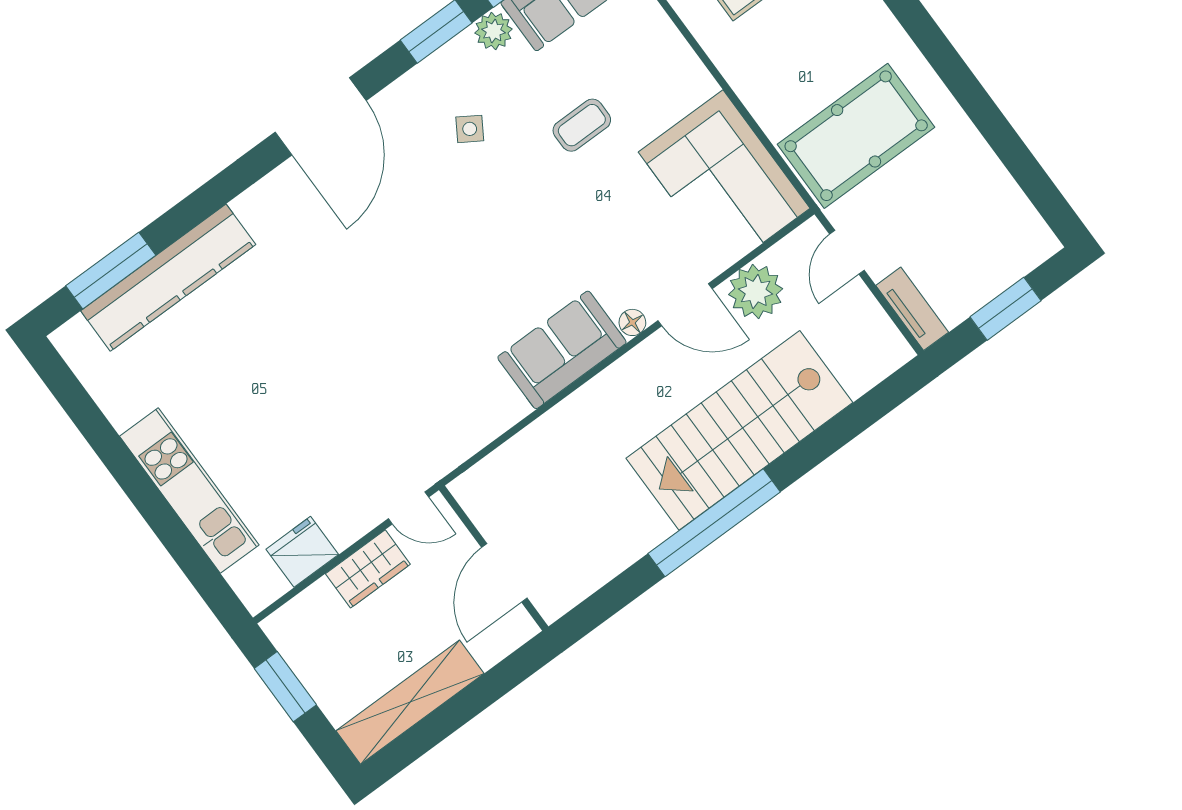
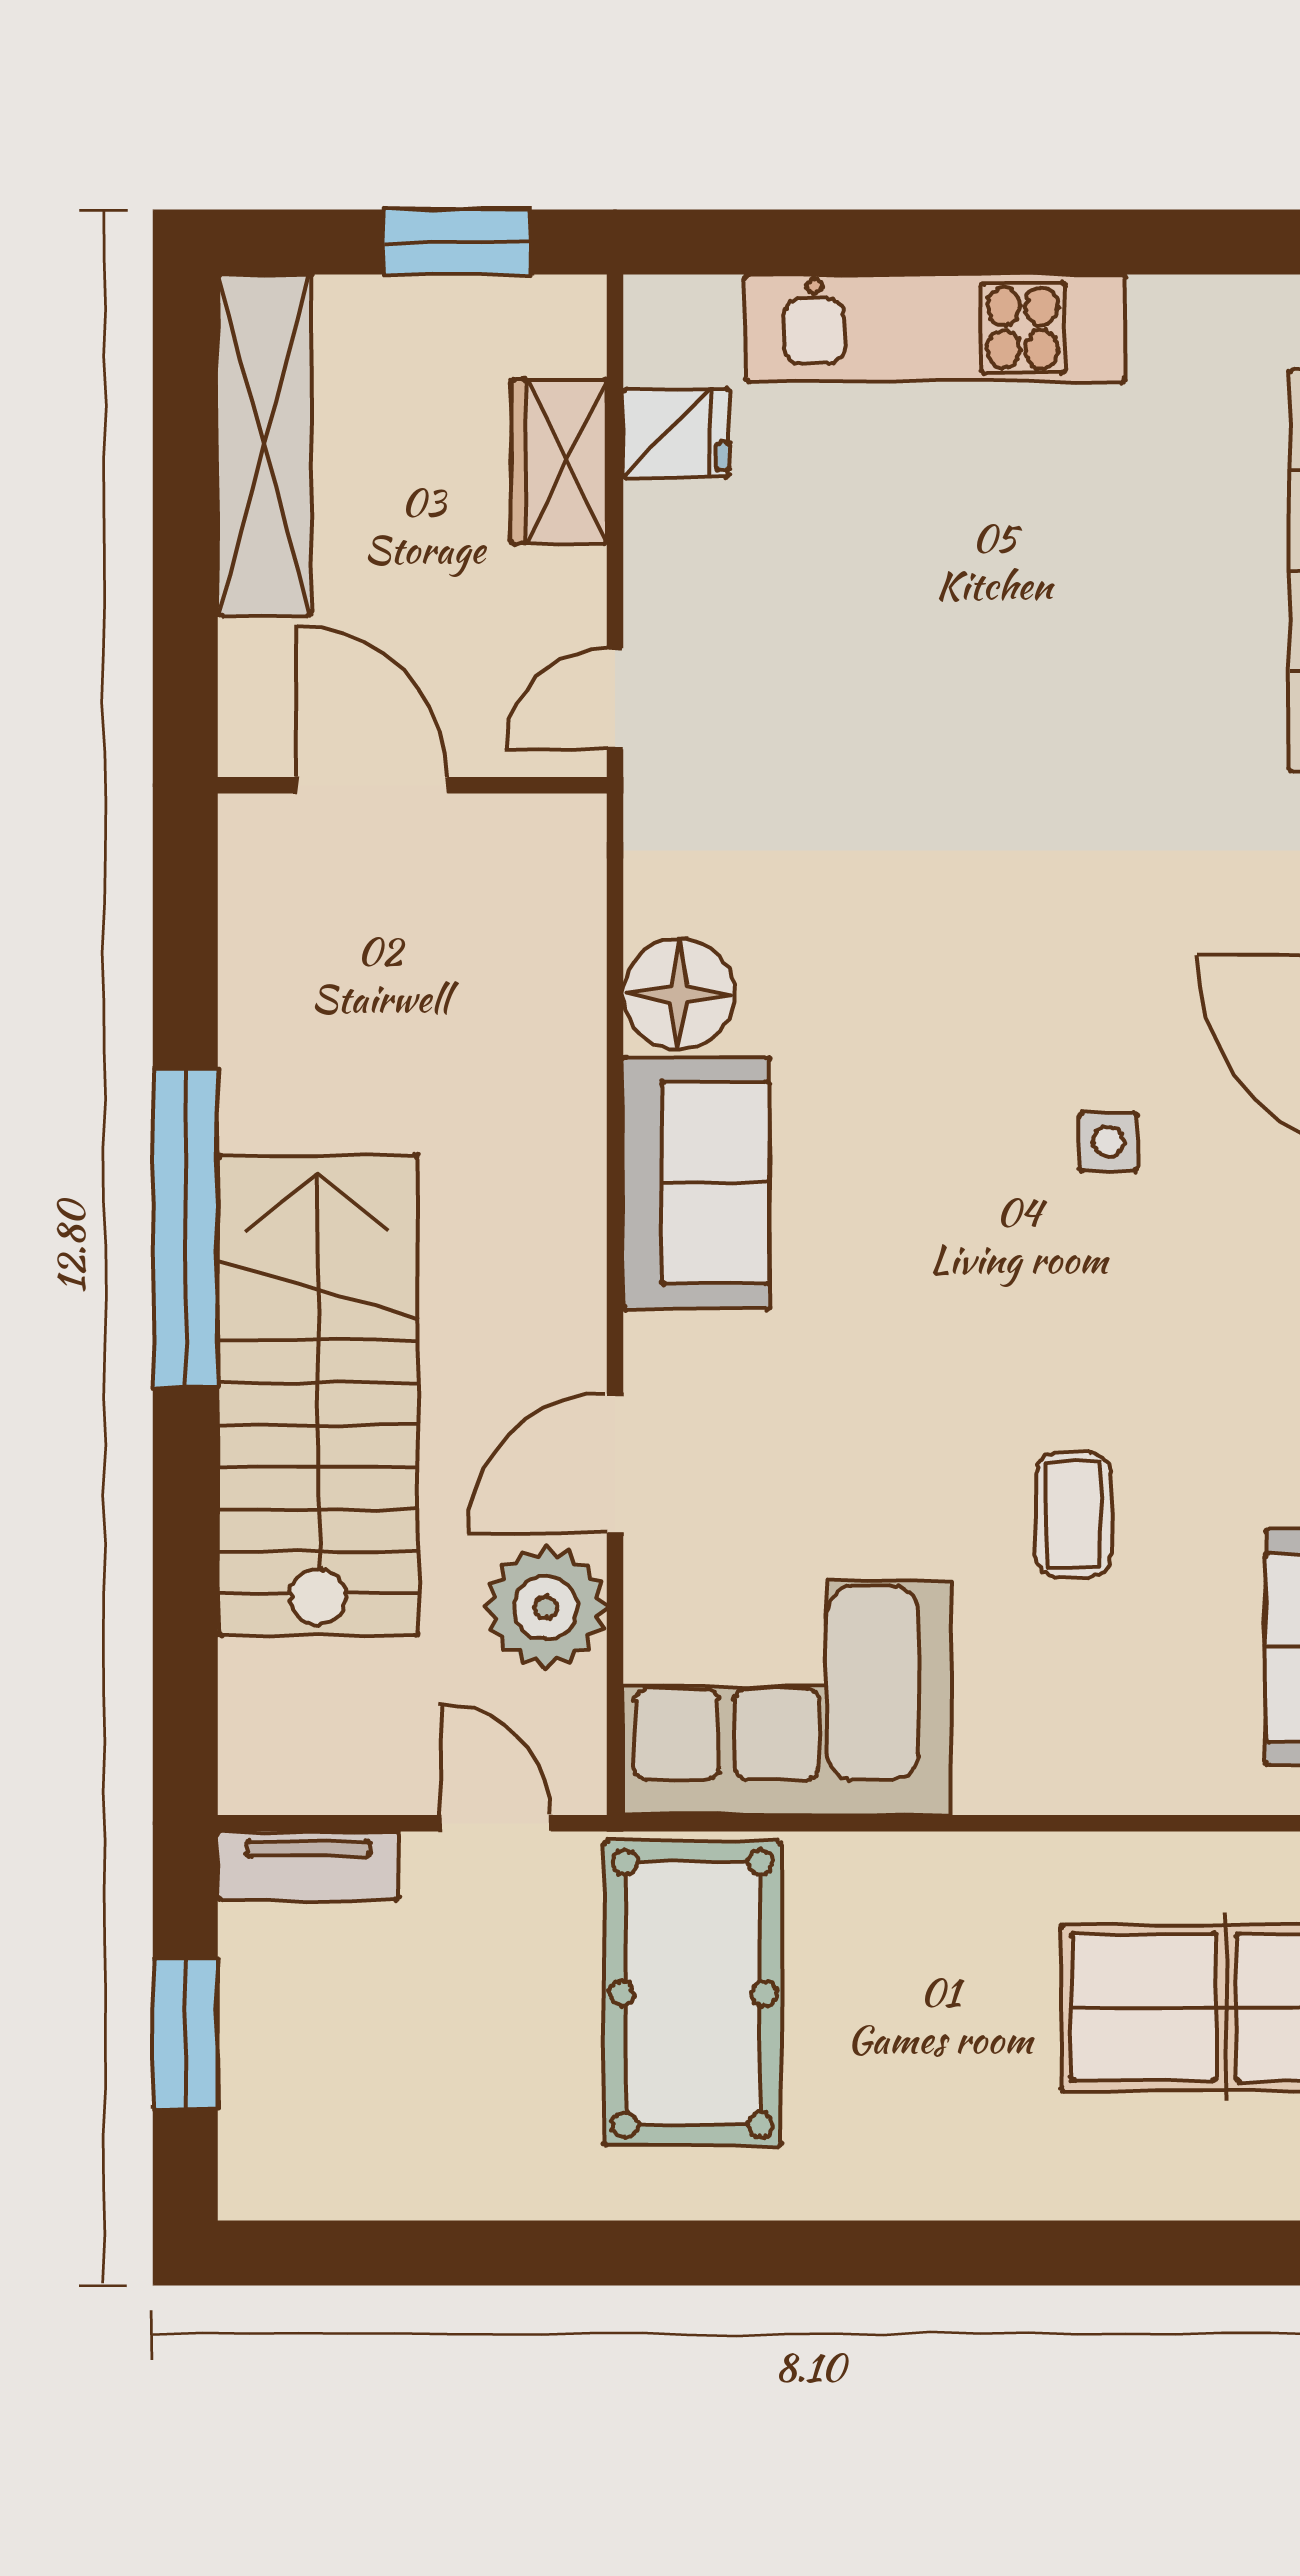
side table: (470, 129) -> (1108, 1142), moved, turned -32
floor lamp: (632, 322) -> (679, 994), moved, width x1.89, depth x1.89
fridge: (302, 552) -> (676, 433), width x0.72
wardrobe: (368, 569) -> (559, 461), moved

